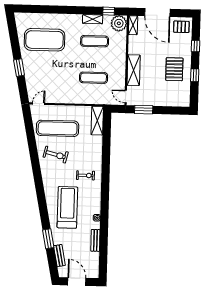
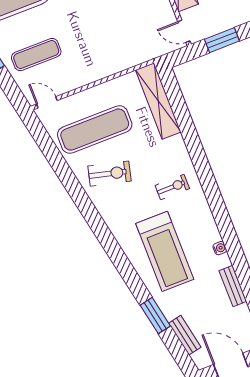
exercise mat: (94, 78) -> (36, 55), moved
door: (39, 104) -> (47, 102), hinge flipped
shelving: (97, 121) -> (158, 101), width x1.47
treadmill: (67, 207) -> (165, 251), turned 180

